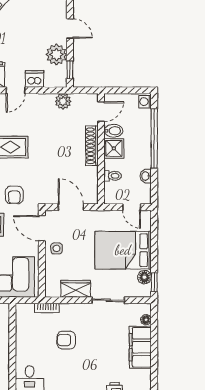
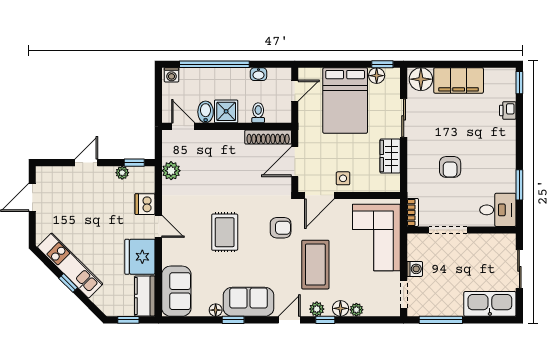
plant: (56, 55) -> (122, 173), width x0.53, depth x0.53
shoe rack: (92, 146) -> (268, 137), moved
bookcase: (47, 308) -> (413, 212), moved
floor lamp: (146, 320) -> (421, 79), width x1.89, depth x1.89
doorway: (12, 338) -> (448, 230), added

